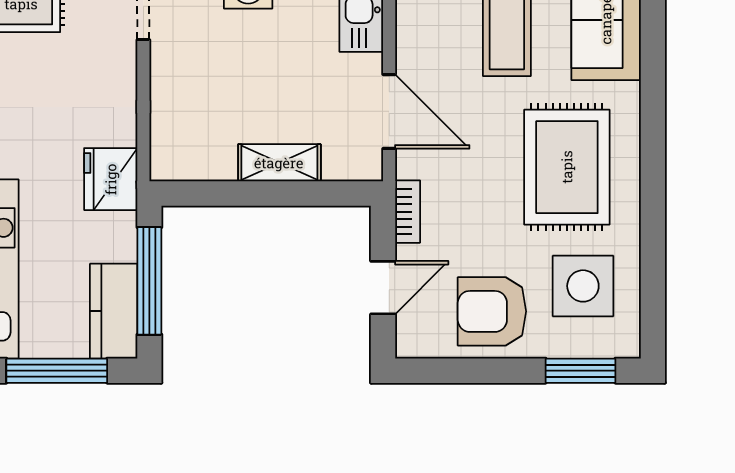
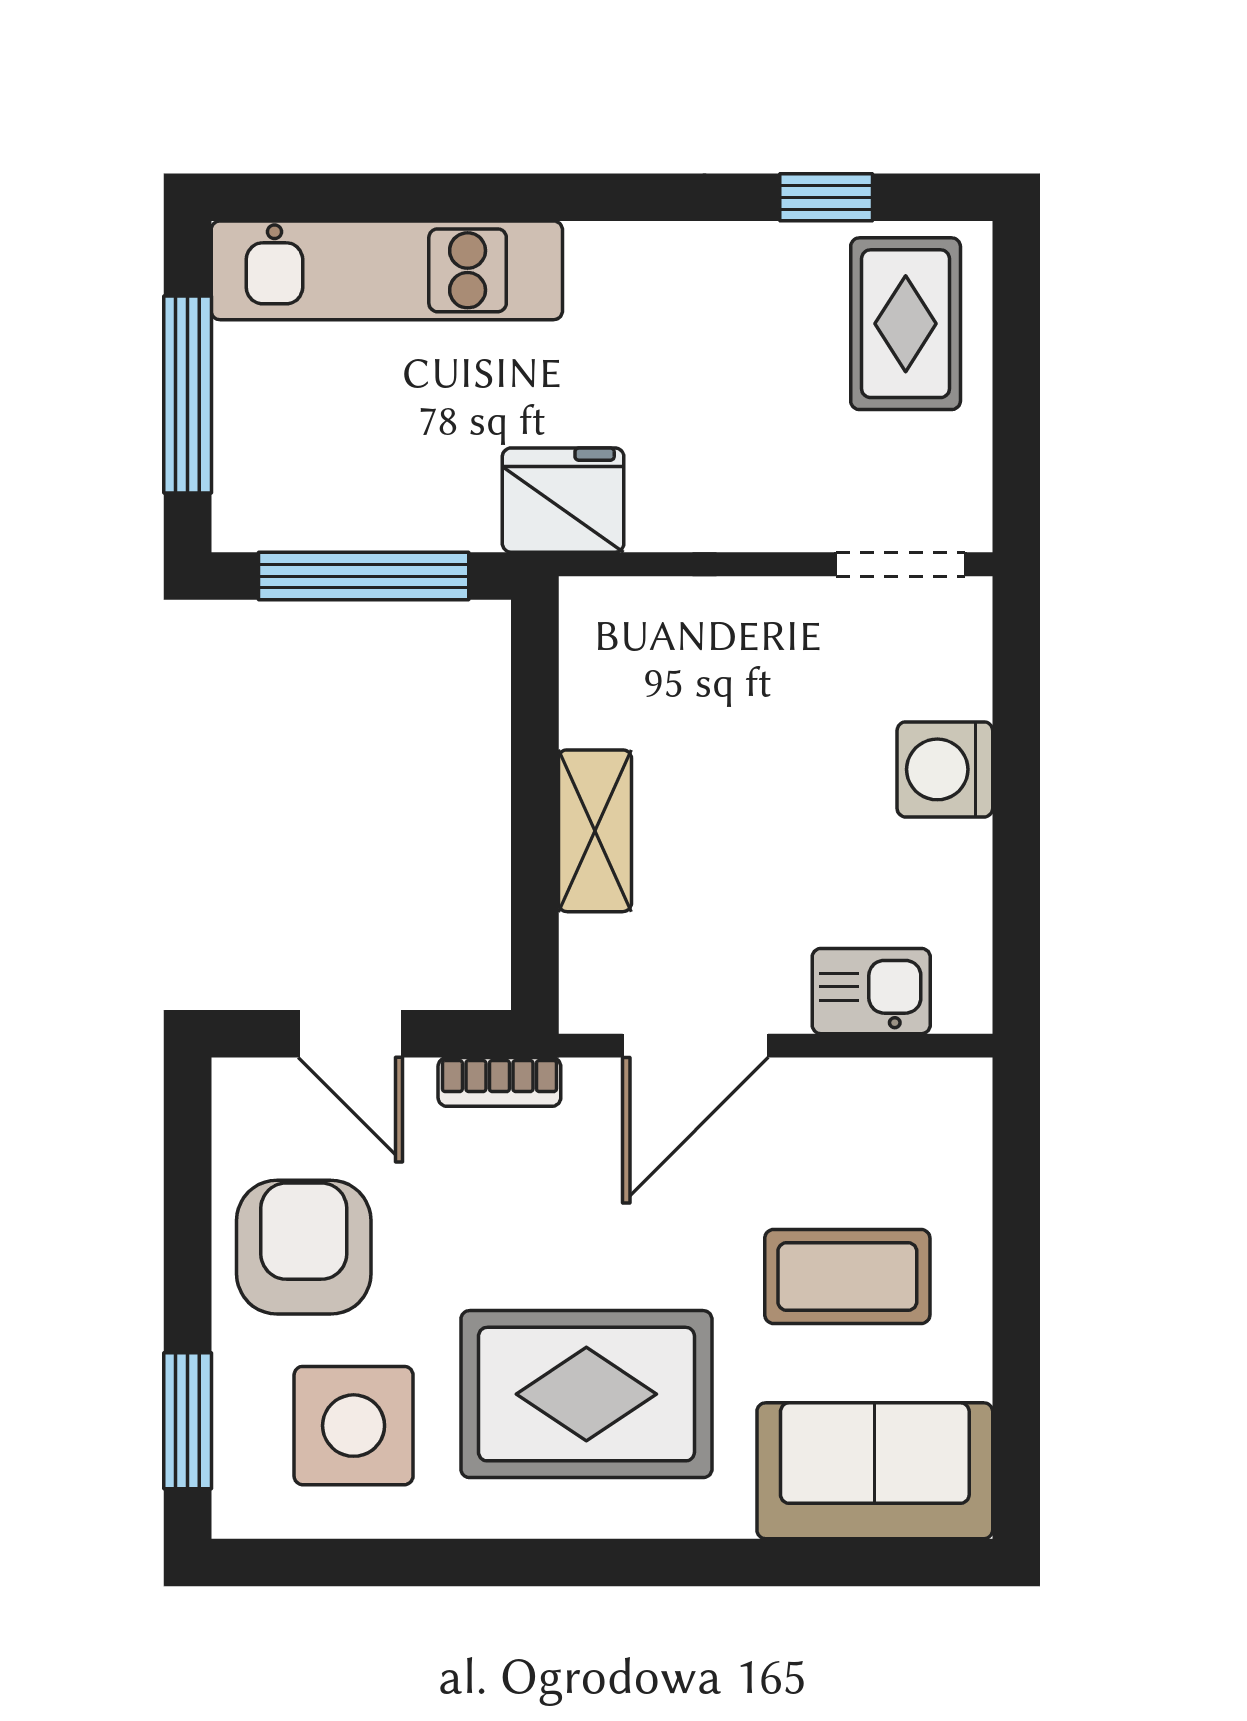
kitchen counter: (114, 311) -> (304, 506), removed

